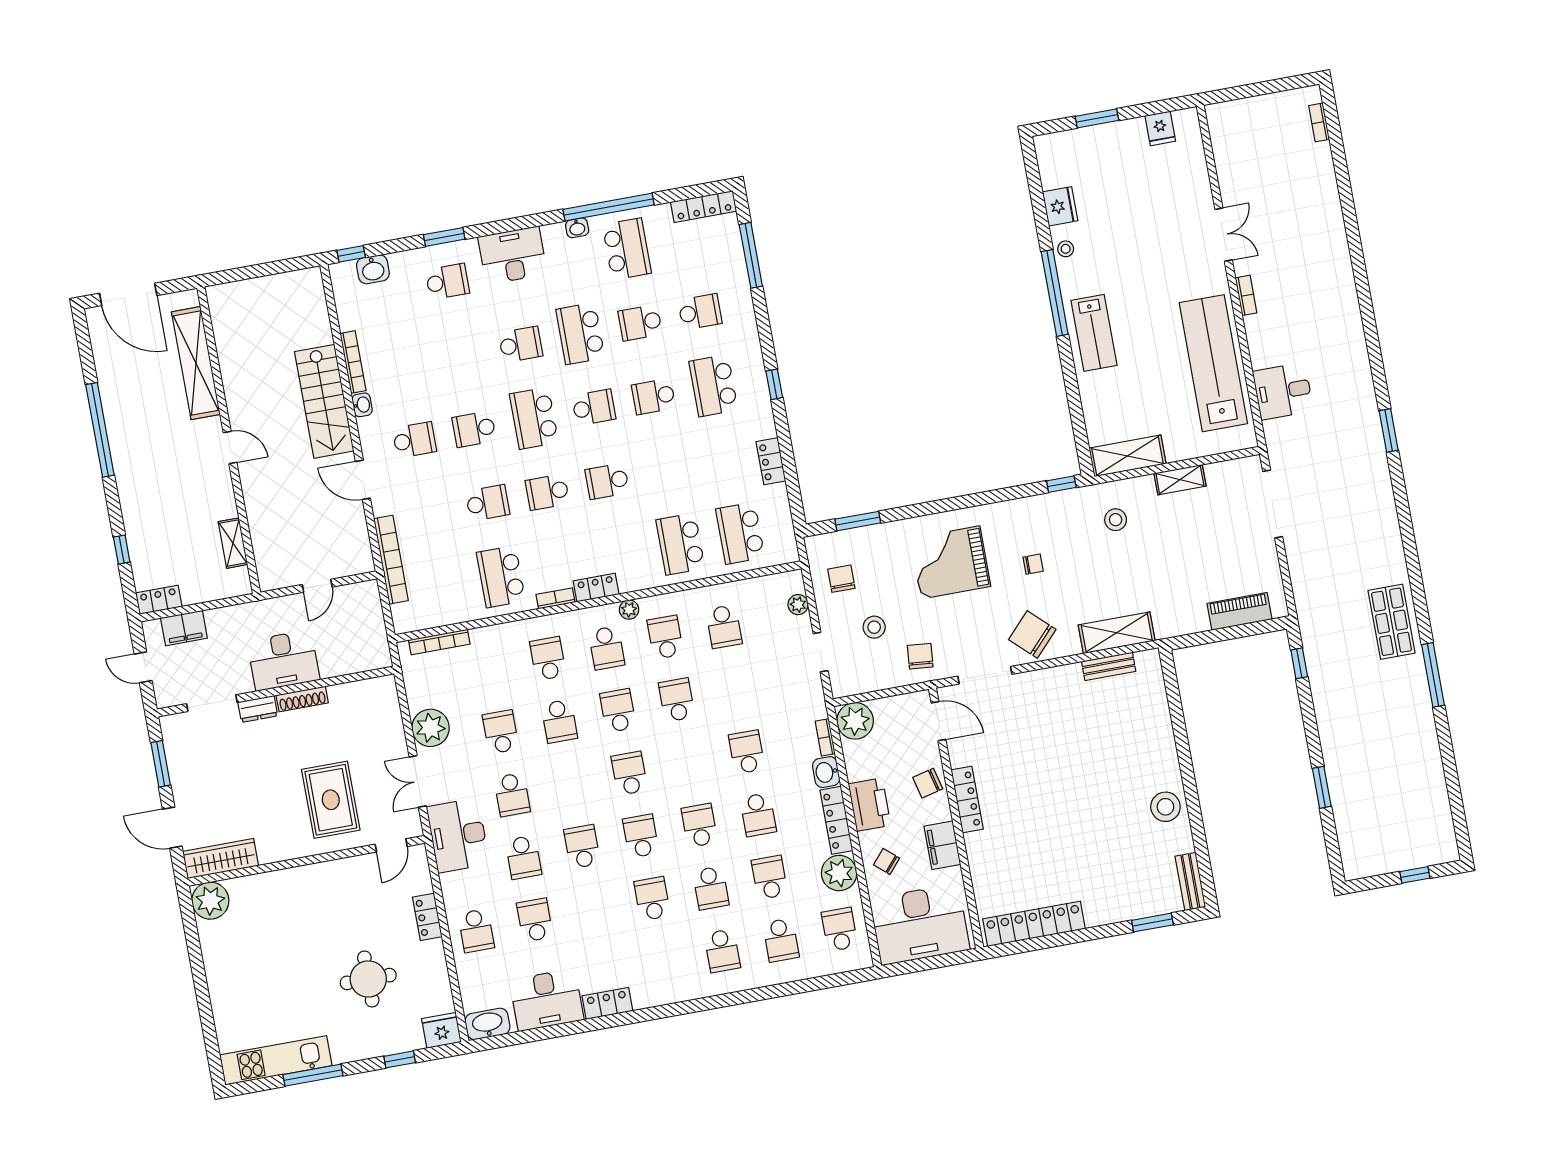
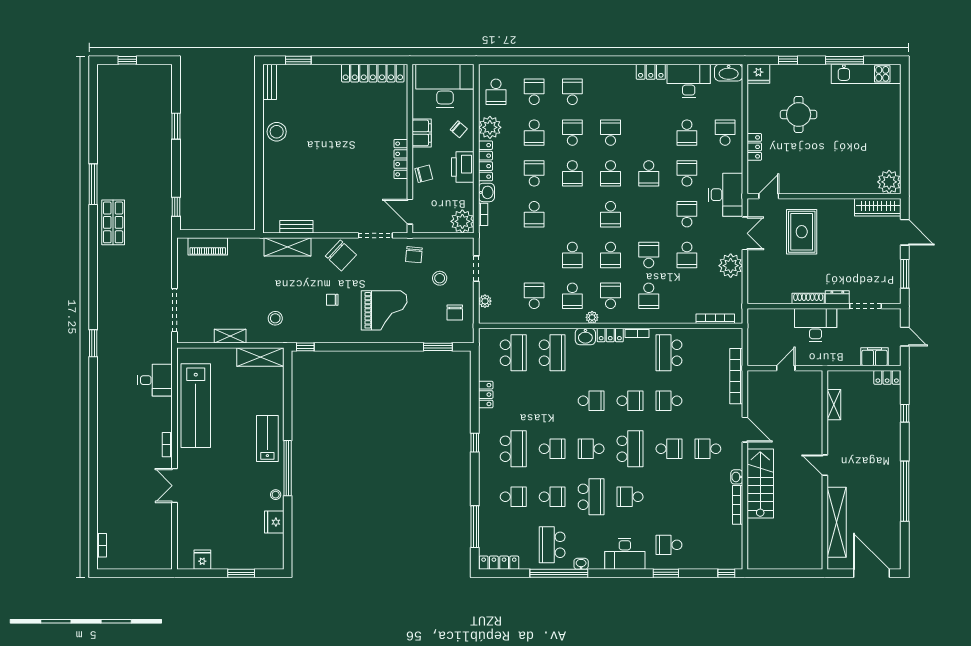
washbasin: (373, 269) -> (585, 337), moved, turned 180
school desk: (700, 312) -> (513, 497), turned 180
school desk: (501, 577) -> (669, 353), turned 180
school desk: (652, 899) -> (611, 133), turned 180

